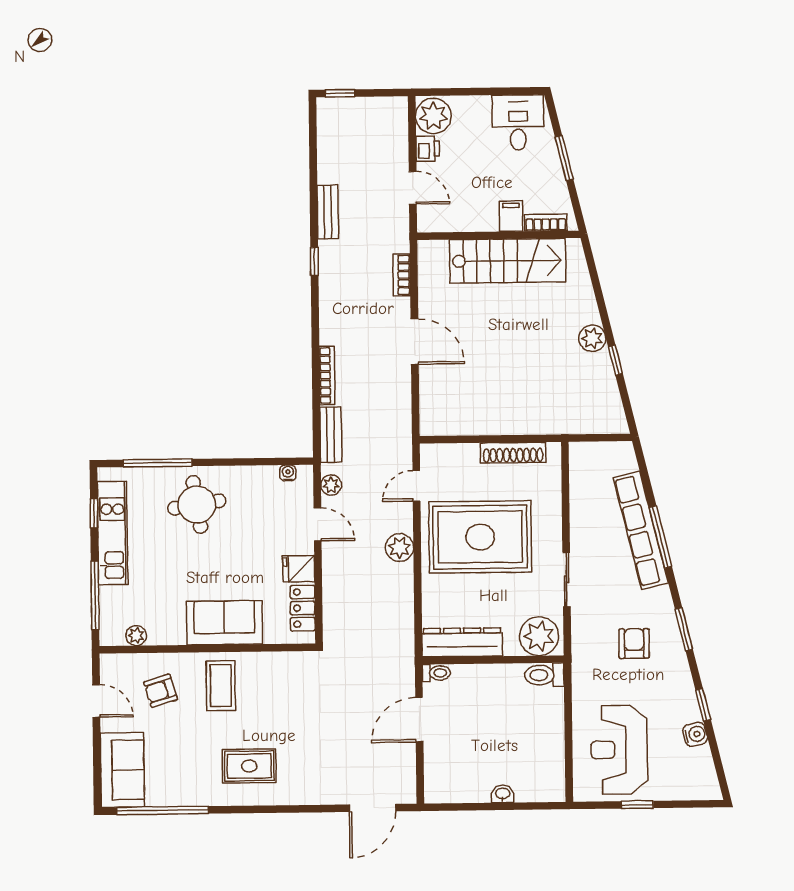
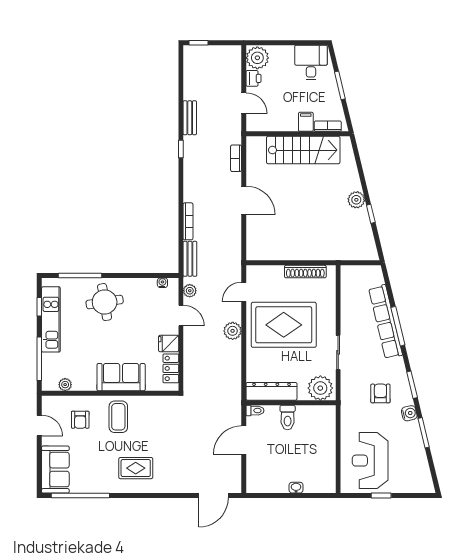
toilet: (544, 675) -> (288, 418), moved, turned -90
armchair: (161, 691) -> (80, 420), turned -73
window: (703, 705) -> (424, 433), width x1.50
water cooler: (695, 734) -> (409, 413), moved

